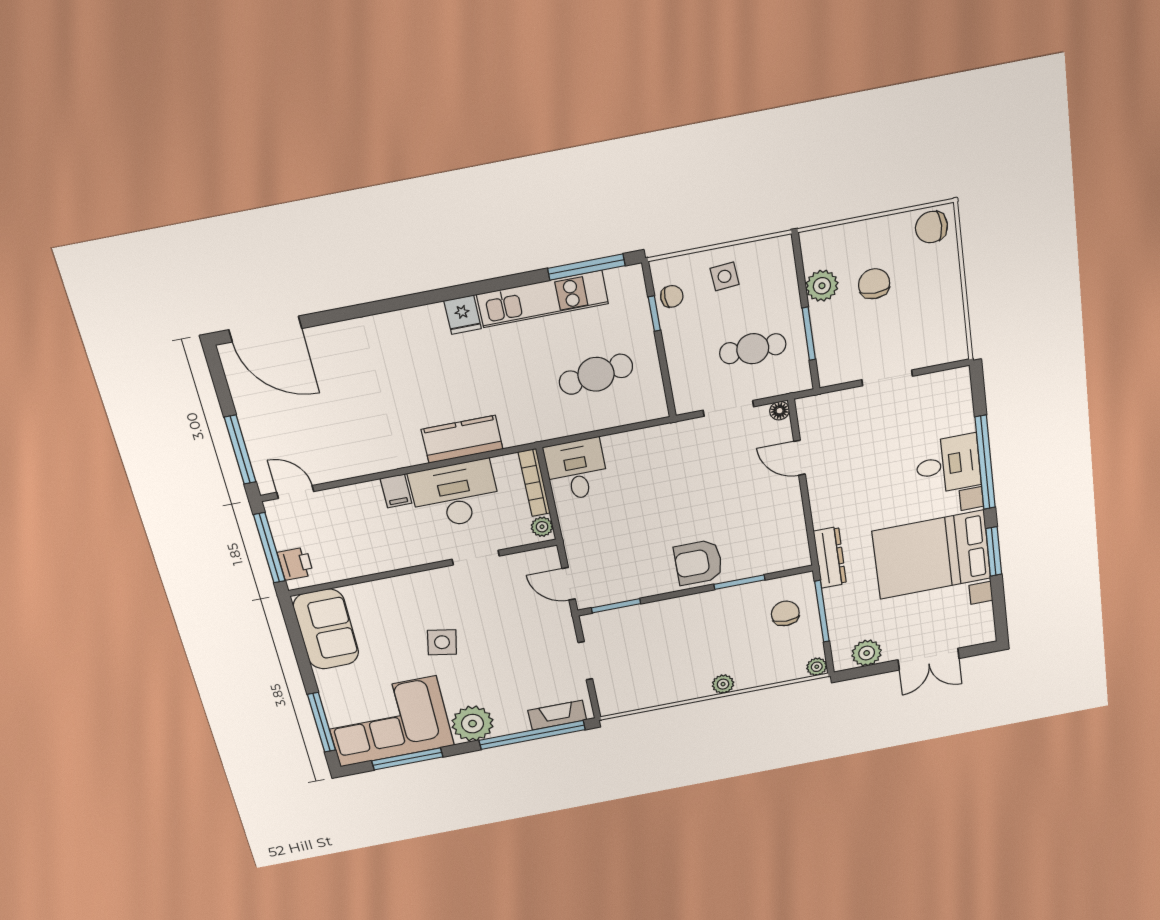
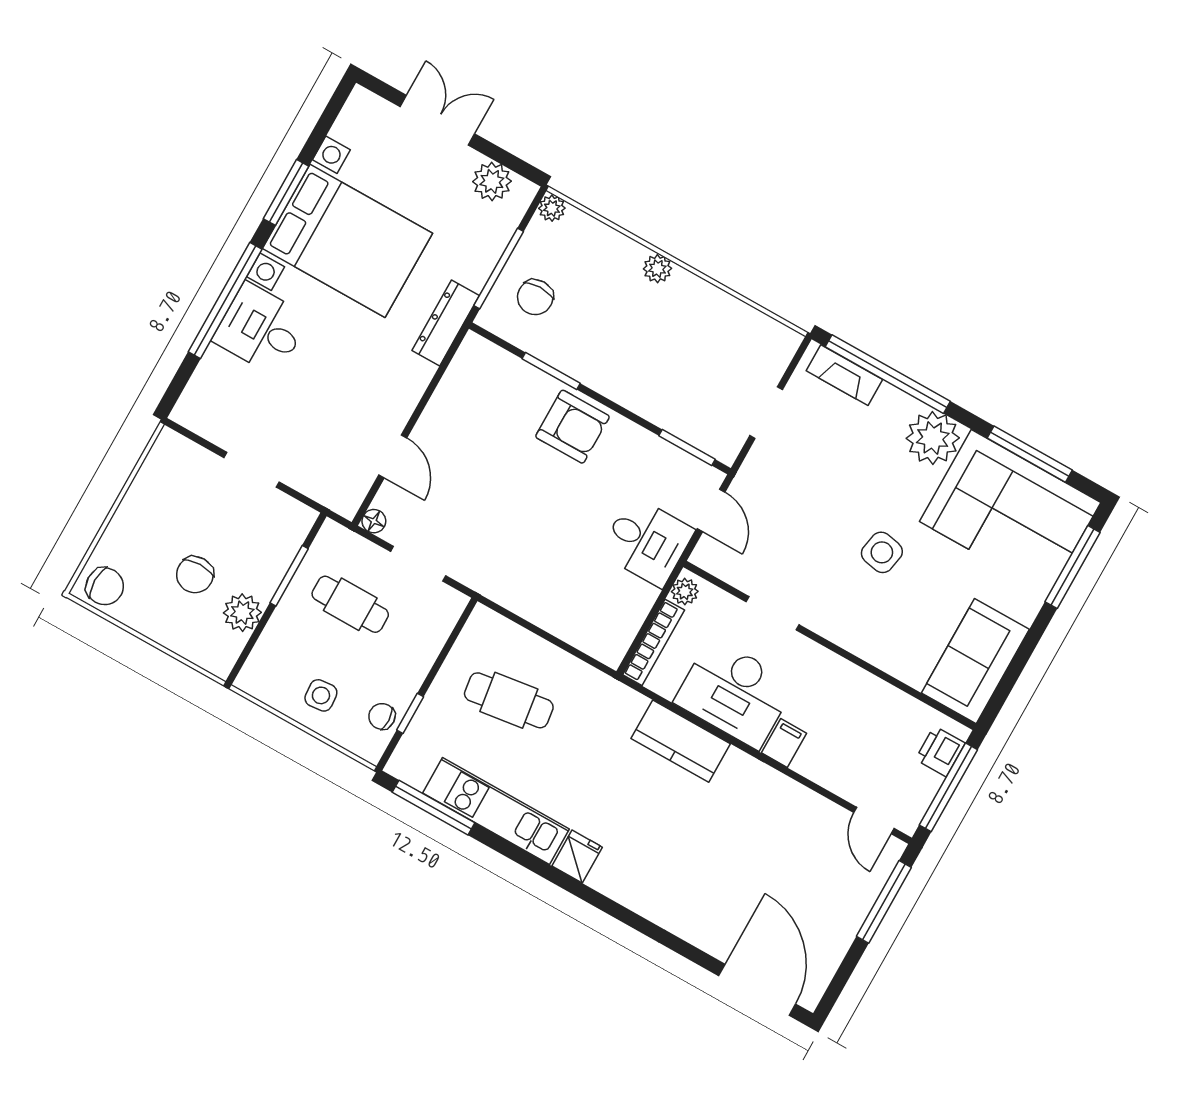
desk: (576, 470) -> (647, 541), moved, turned -90

